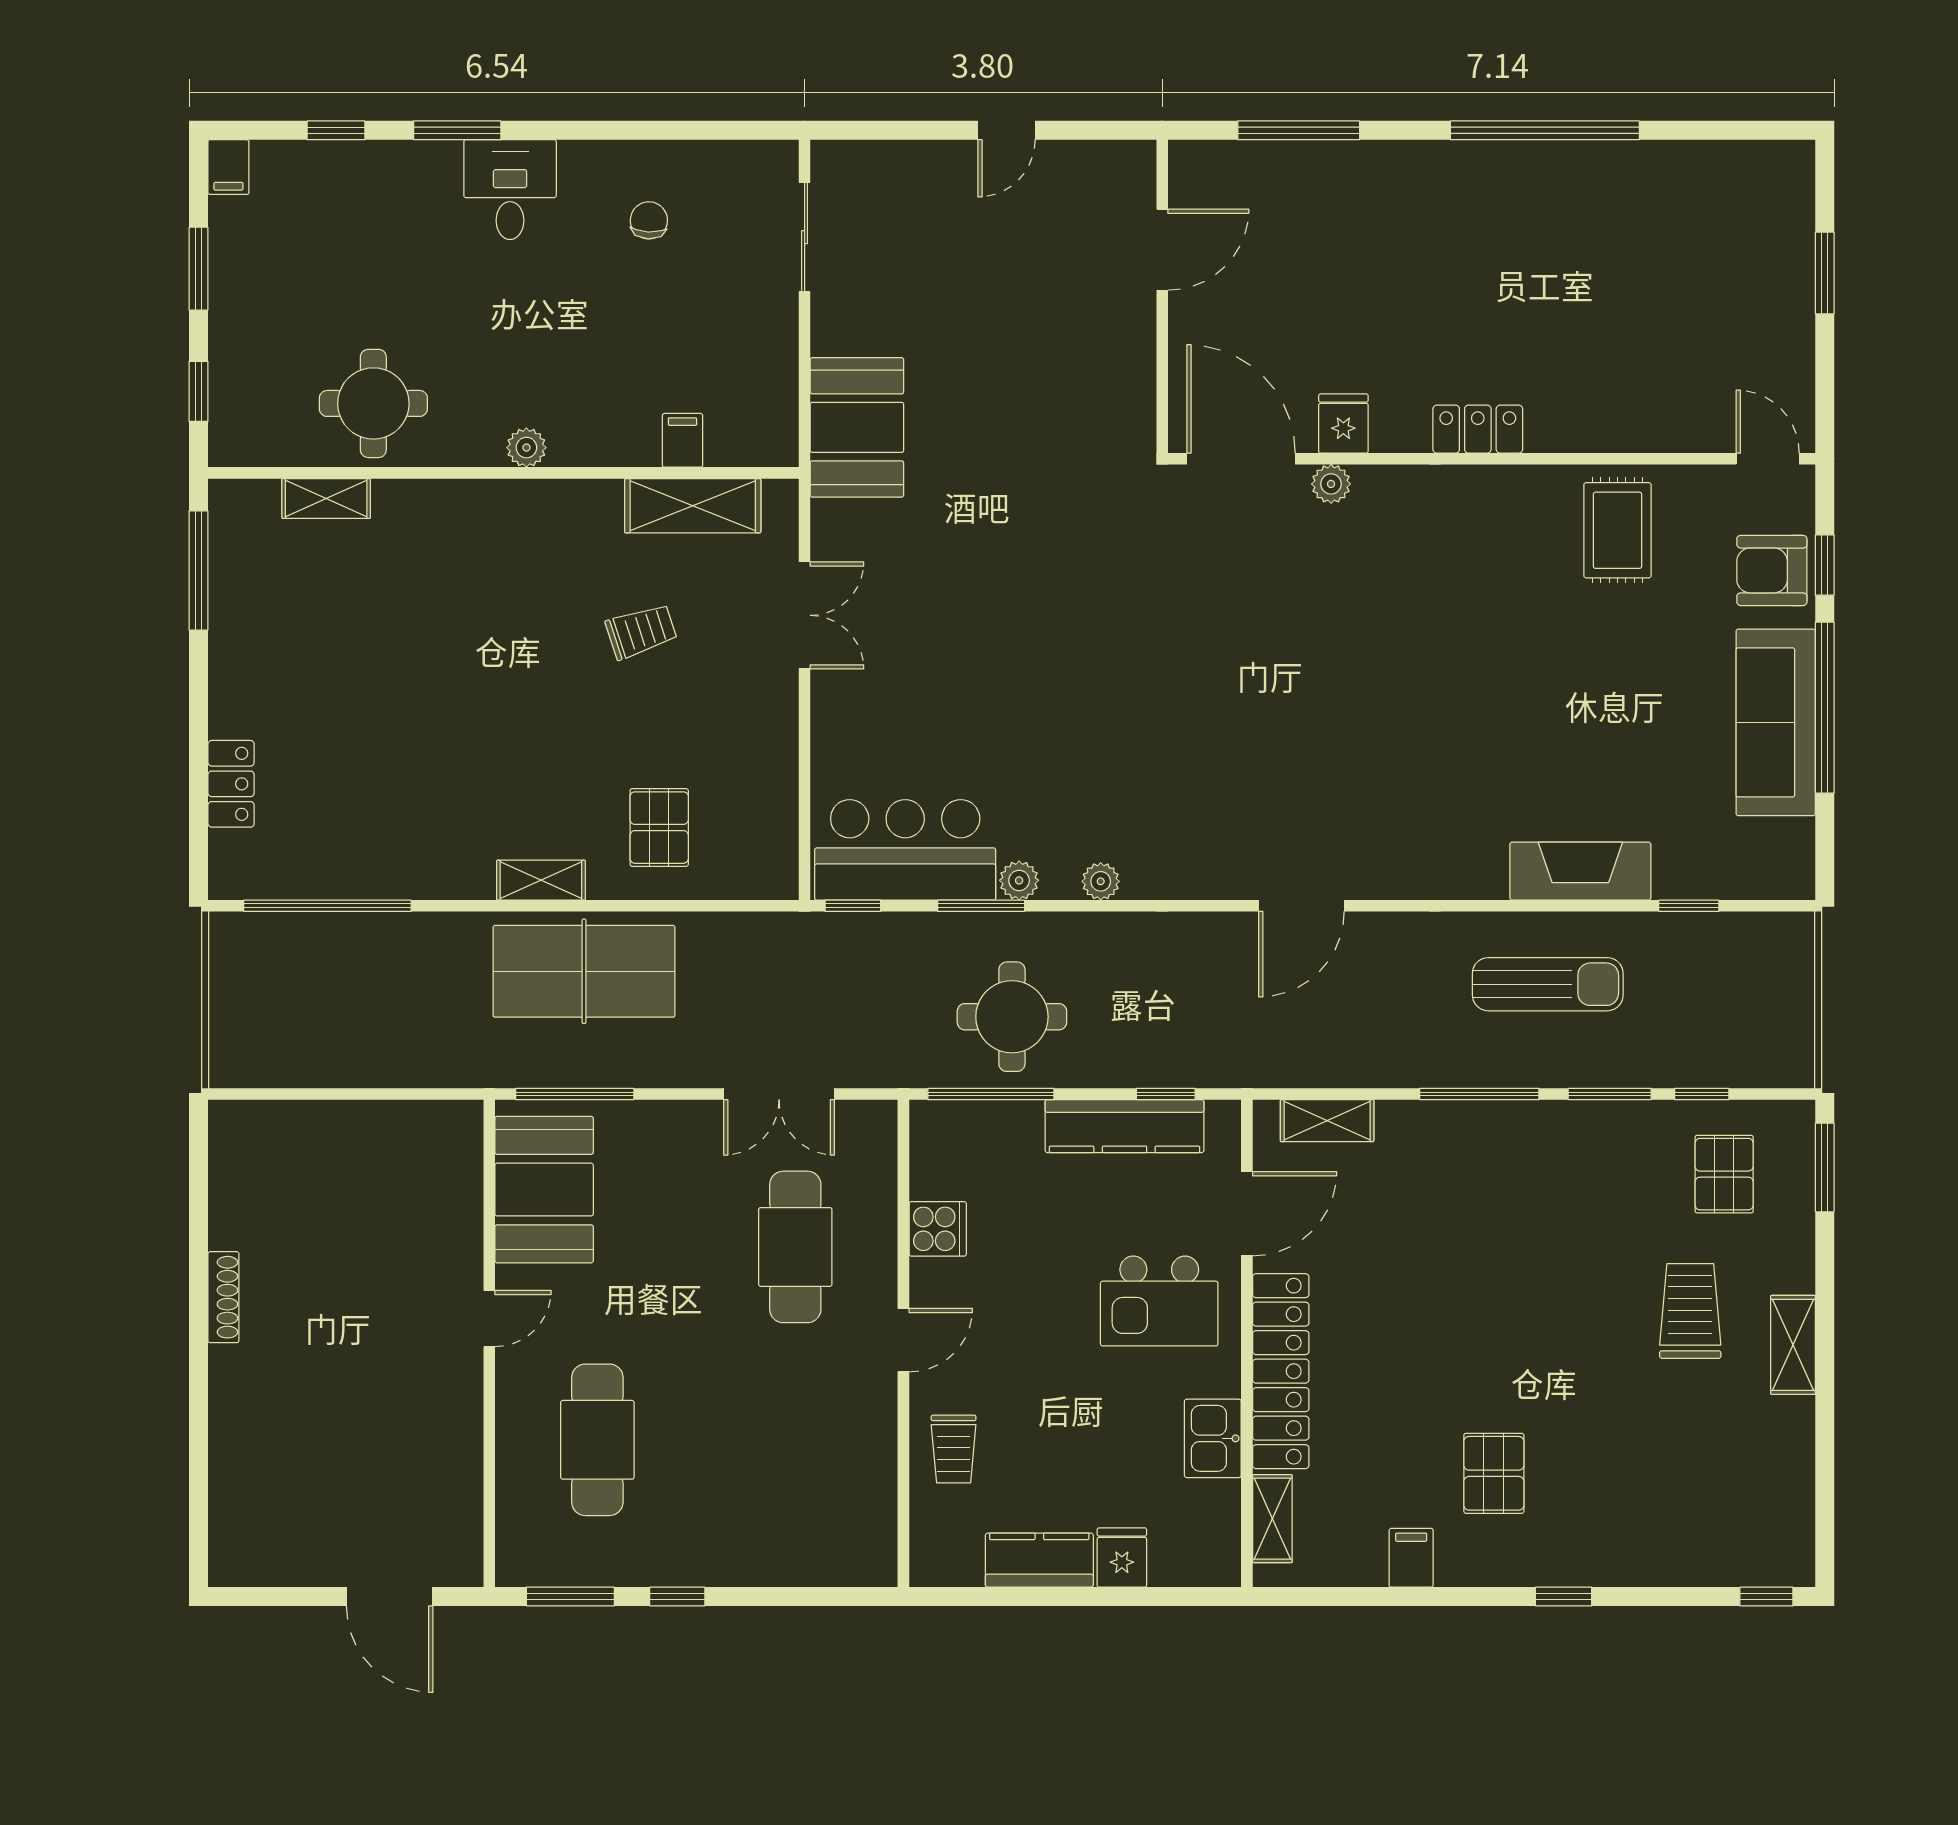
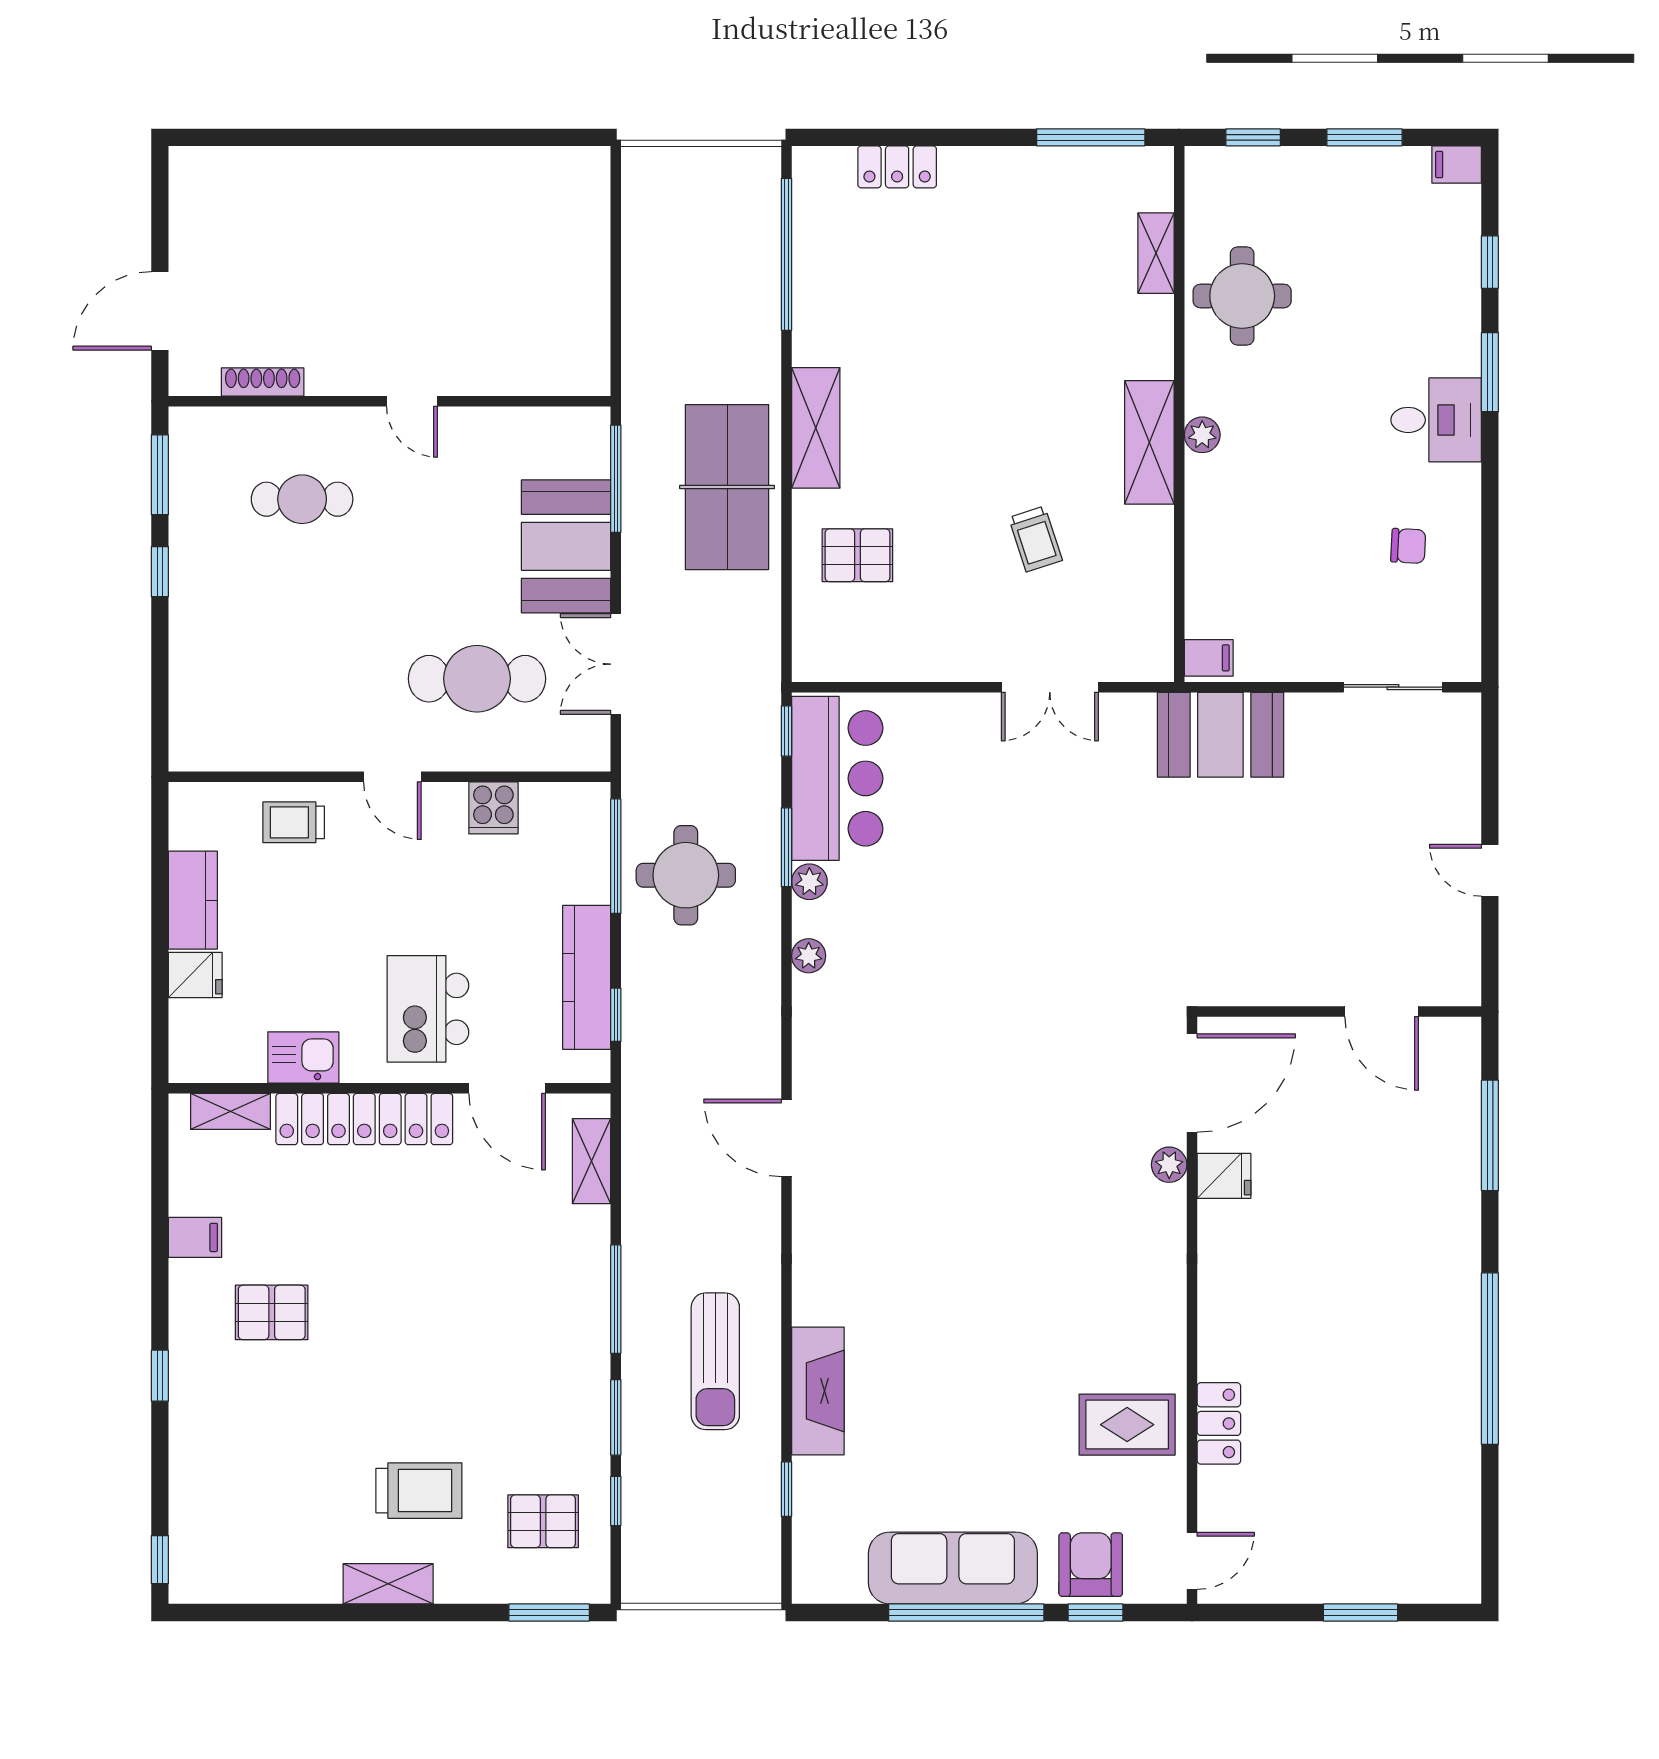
locker: (1478, 429) -> (1219, 1423), moved
filing cabinet: (682, 440) -> (1209, 658), moved
shelving: (693, 506) -> (1149, 442), moved
shelving: (541, 880) -> (816, 428), width x1.50, depth x1.33
booth: (544, 1190) -> (566, 546), moved, turned 90
shoe rack: (223, 1297) -> (263, 382), moved, turned 180
cafe table: (597, 1440) -> (302, 499), width x0.73, depth x0.74

